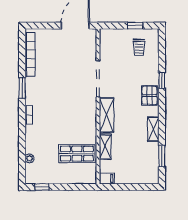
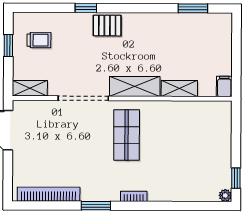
shelving: (153, 129) -> (30, 88), moved
shop shelf: (77, 154) -> (127, 135), moved
plant: (30, 158) -> (225, 195), moved

